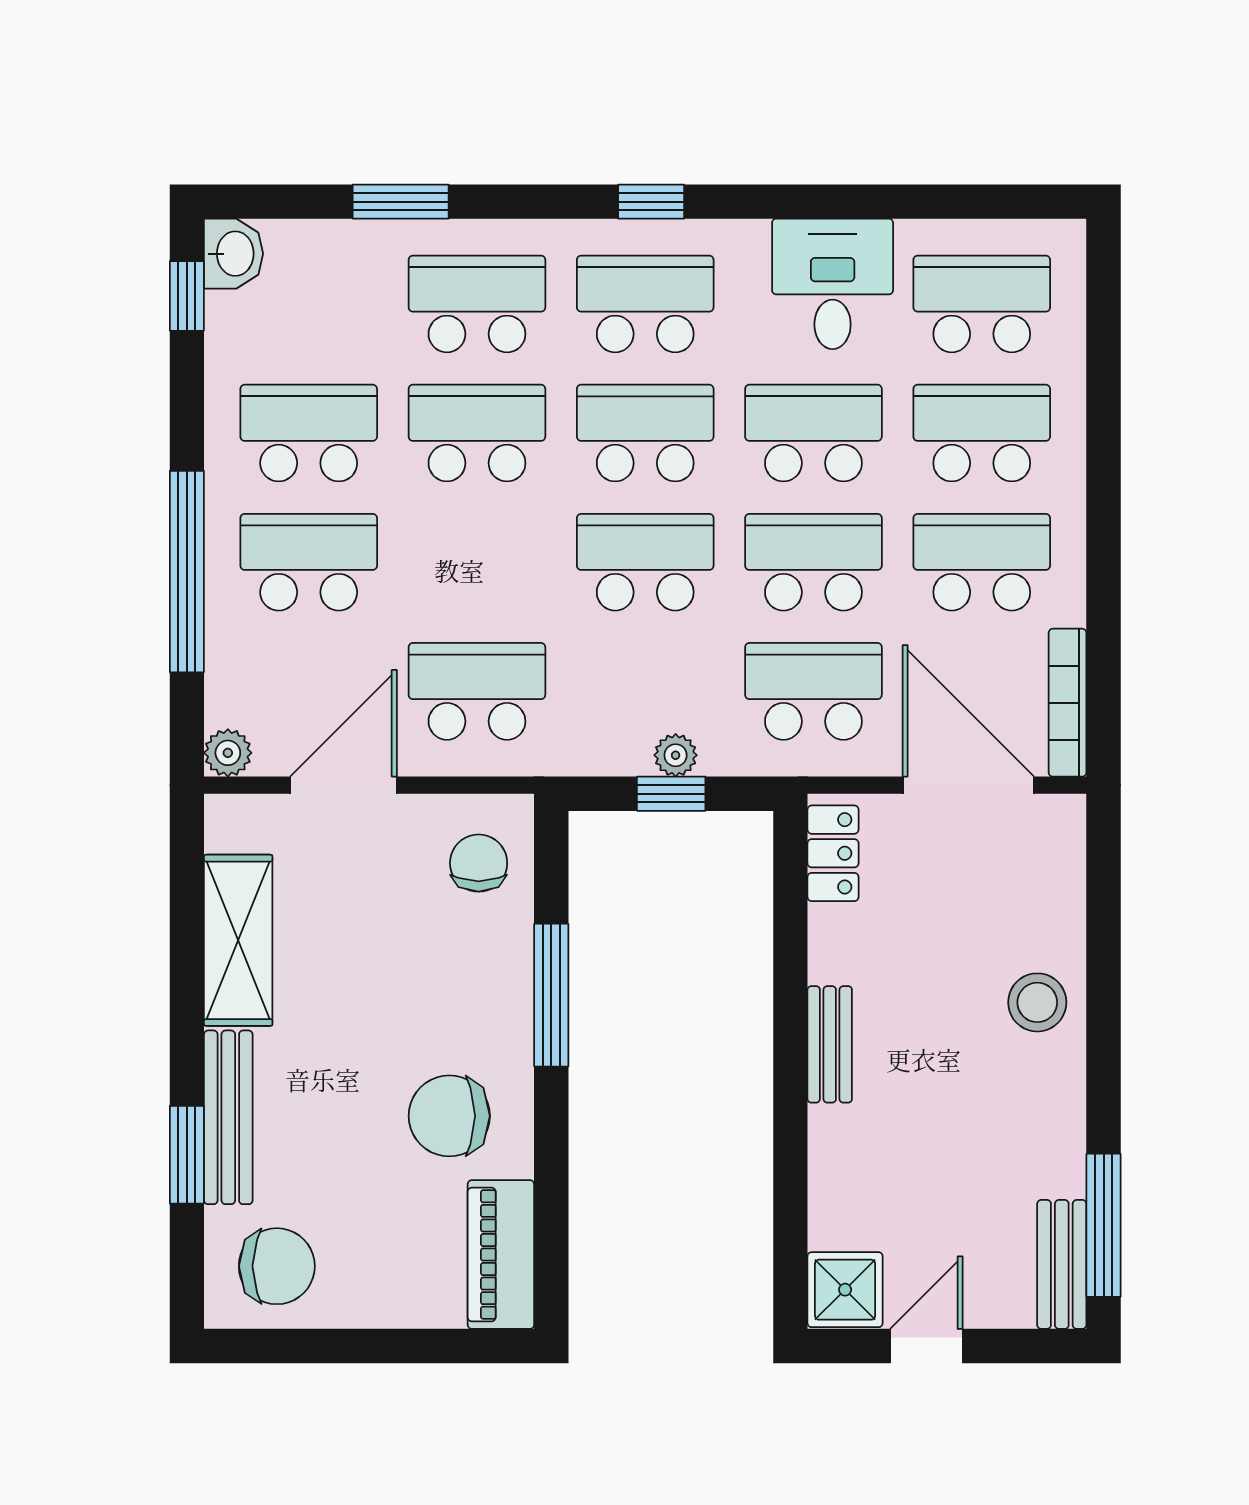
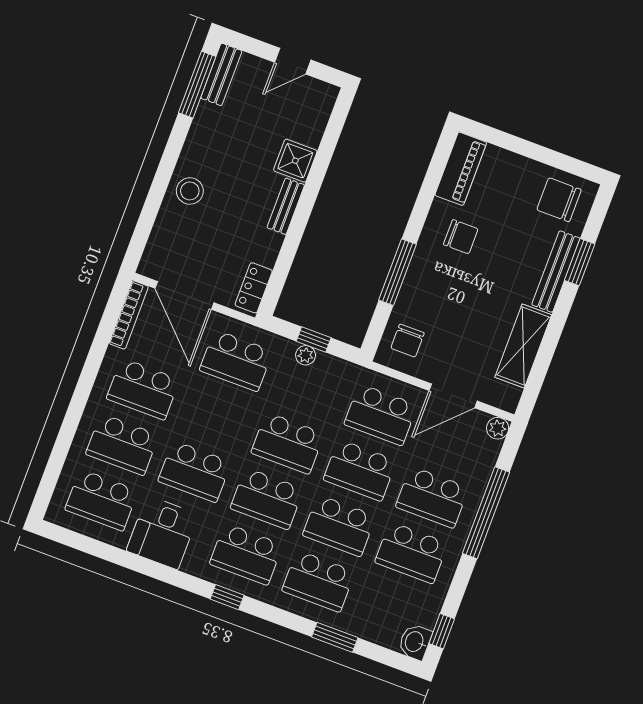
school desk: (813, 562) -> (360, 470), moved
chair: (449, 1116) -> (461, 237), width x0.73, depth x0.73
shower: (845, 1290) -> (295, 161), moved

